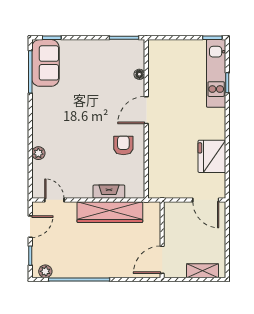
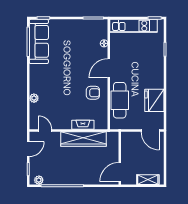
sofa: (45, 63) -> (39, 41), width x1.36
kitchen unit: (216, 73) -> (133, 26), moved, turned -90
armchair: (123, 145) -> (93, 93), turned 90
cafe table: (162, 156) -> (120, 100), added

